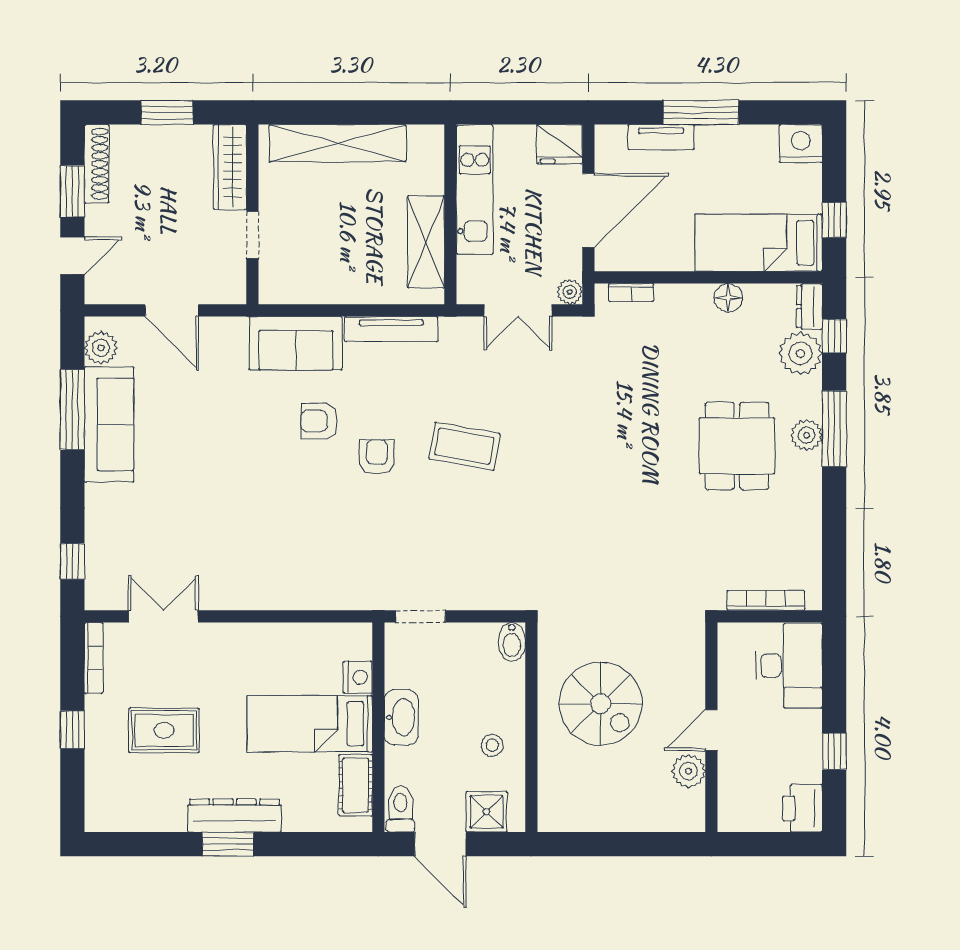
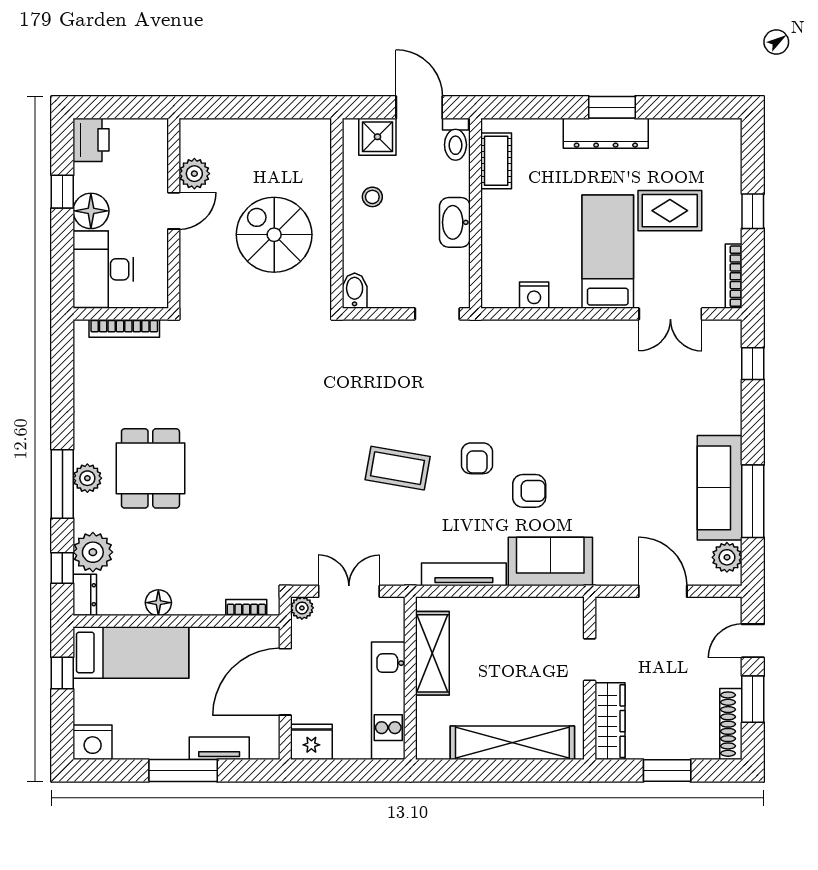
nightstand: (358, 677) -> (534, 295), moved, turned -90
bed: (310, 724) -> (608, 252), moved, turned -90
floor lamp: (803, 730) -> (91, 211), added

